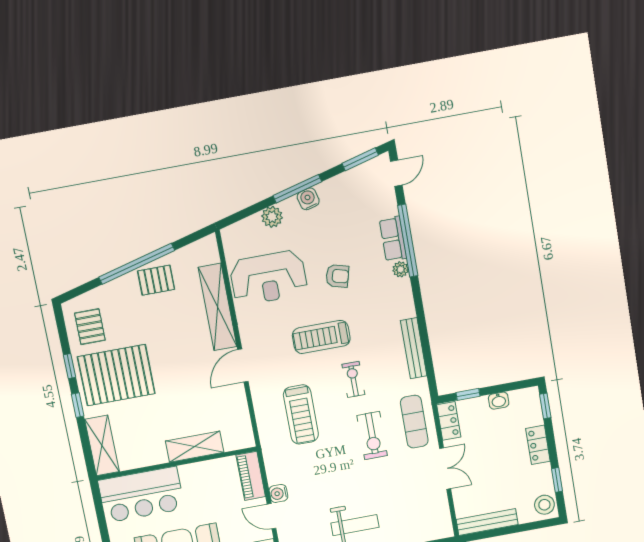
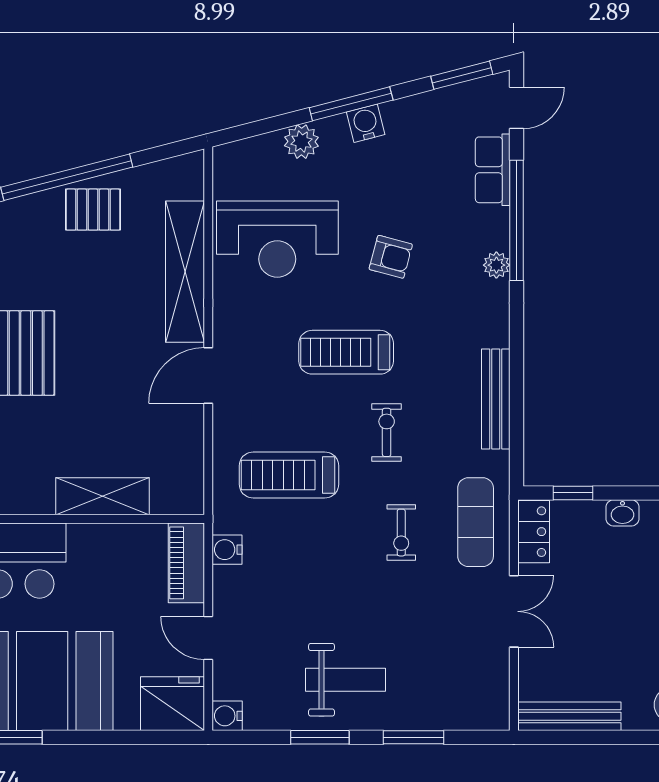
row of seats: (393, 239) -> (493, 170), moved
treadmill: (301, 414) -> (289, 475), turned 90
exercise bike: (372, 436) -> (401, 533), width x0.73, depth x0.72
water cooler: (278, 493) -> (227, 550), moved

